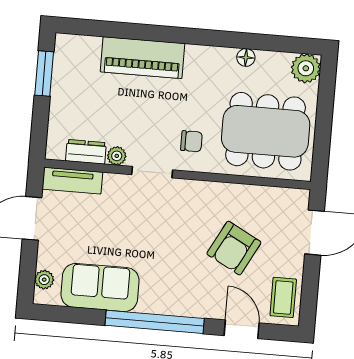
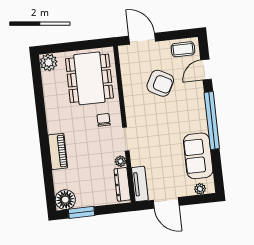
floor lamp: (246, 57) -> (65, 200), moved, width x1.89, depth x1.89
piano: (143, 58) -> (58, 151), width x0.73, depth x0.75
dresser: (86, 152) -> (122, 184), width x1.44

